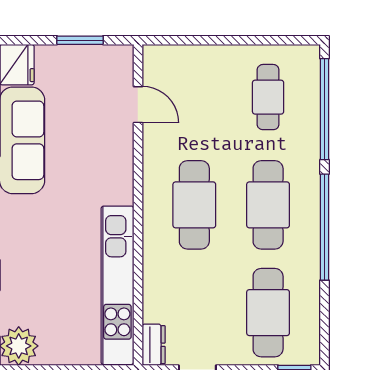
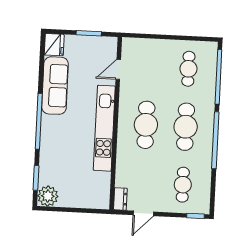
door: (138, 105) -> (118, 69), swing flipped
kitchen unit: (117, 285) -> (104, 128), moved
cafe table: (268, 313) -> (183, 185), width x0.73, depth x0.74

